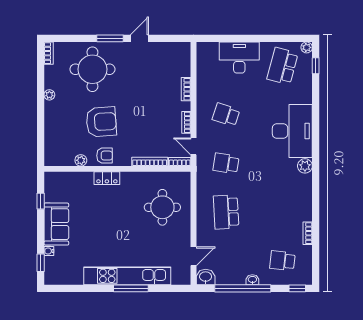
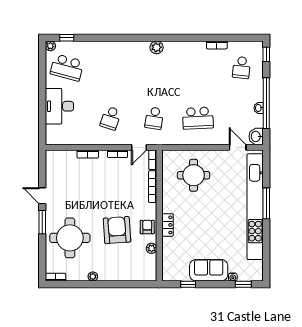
desk: (292, 131) -> (125, 59), removed
kitchen unit: (127, 276) -> (255, 207), width x1.36
washbasin: (252, 280) -> (259, 108), moved

